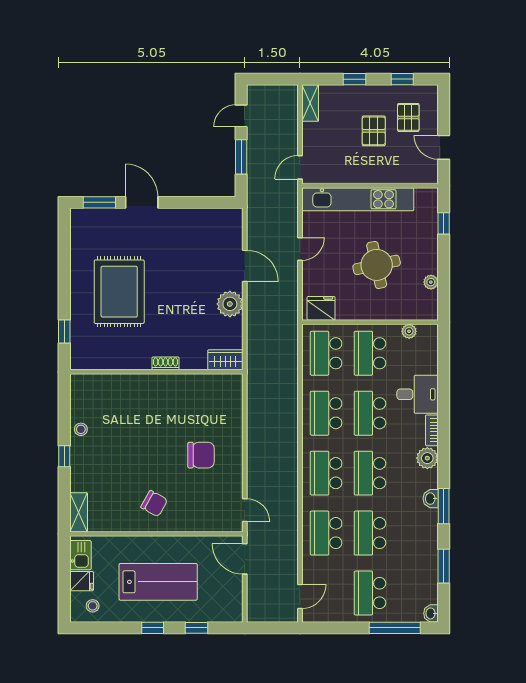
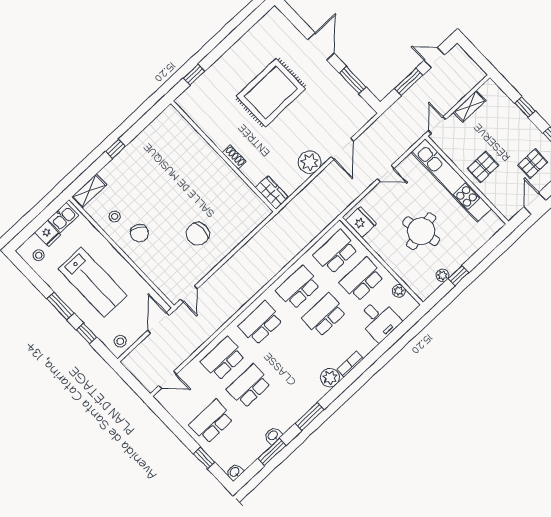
shelving: (310, 103) -> (470, 106), moved
pallet: (374, 131) -> (483, 167), moved
door: (300, 167) -> (437, 125), hinge flipped
window: (99, 202) -> (353, 80), moved
window: (444, 223) -> (458, 276), moved
rug: (119, 292) -> (271, 92), moved
desk: (418, 394) -> (379, 320), moved
stool: (81, 429) -> (115, 216), moved
chair: (201, 455) -> (198, 234), turned 90
school desk: (370, 473) -> (287, 351), removed
washbasin: (431, 499) -> (273, 436), moved
stool: (230, 606) -> (120, 341), added
window: (153, 628) -> (60, 306), width x1.50
window: (395, 628) -> (204, 458), width x0.46

